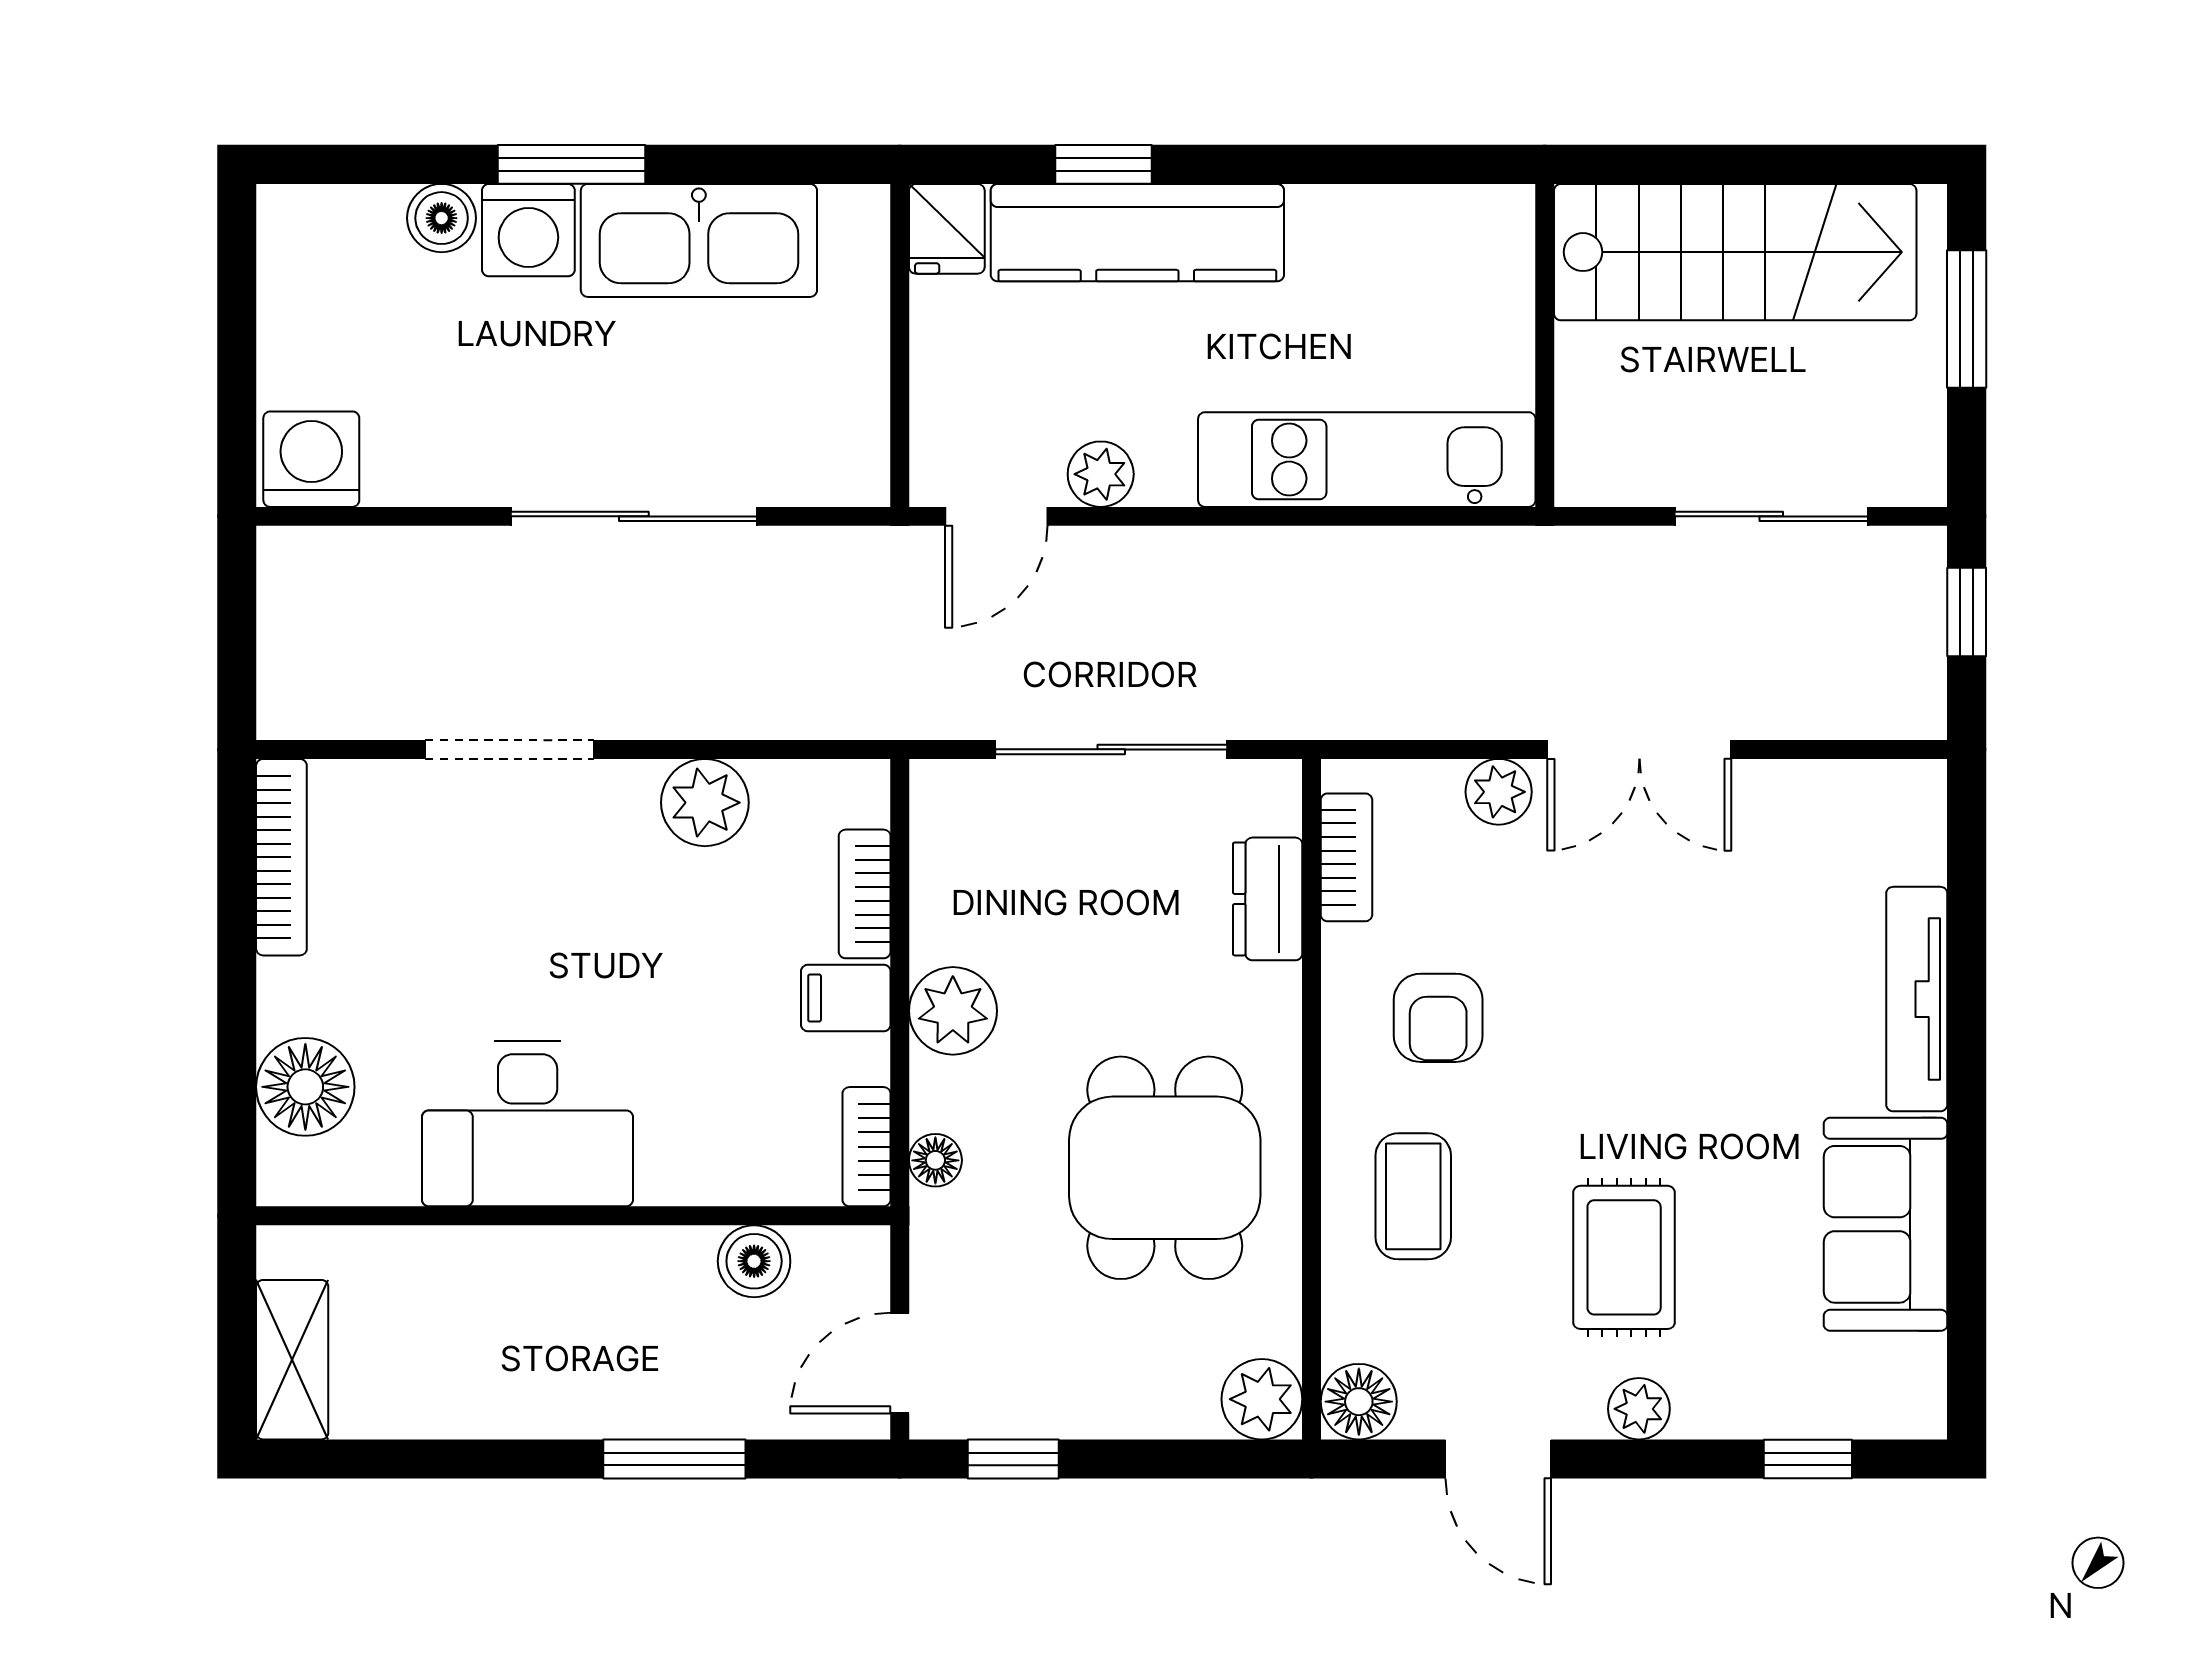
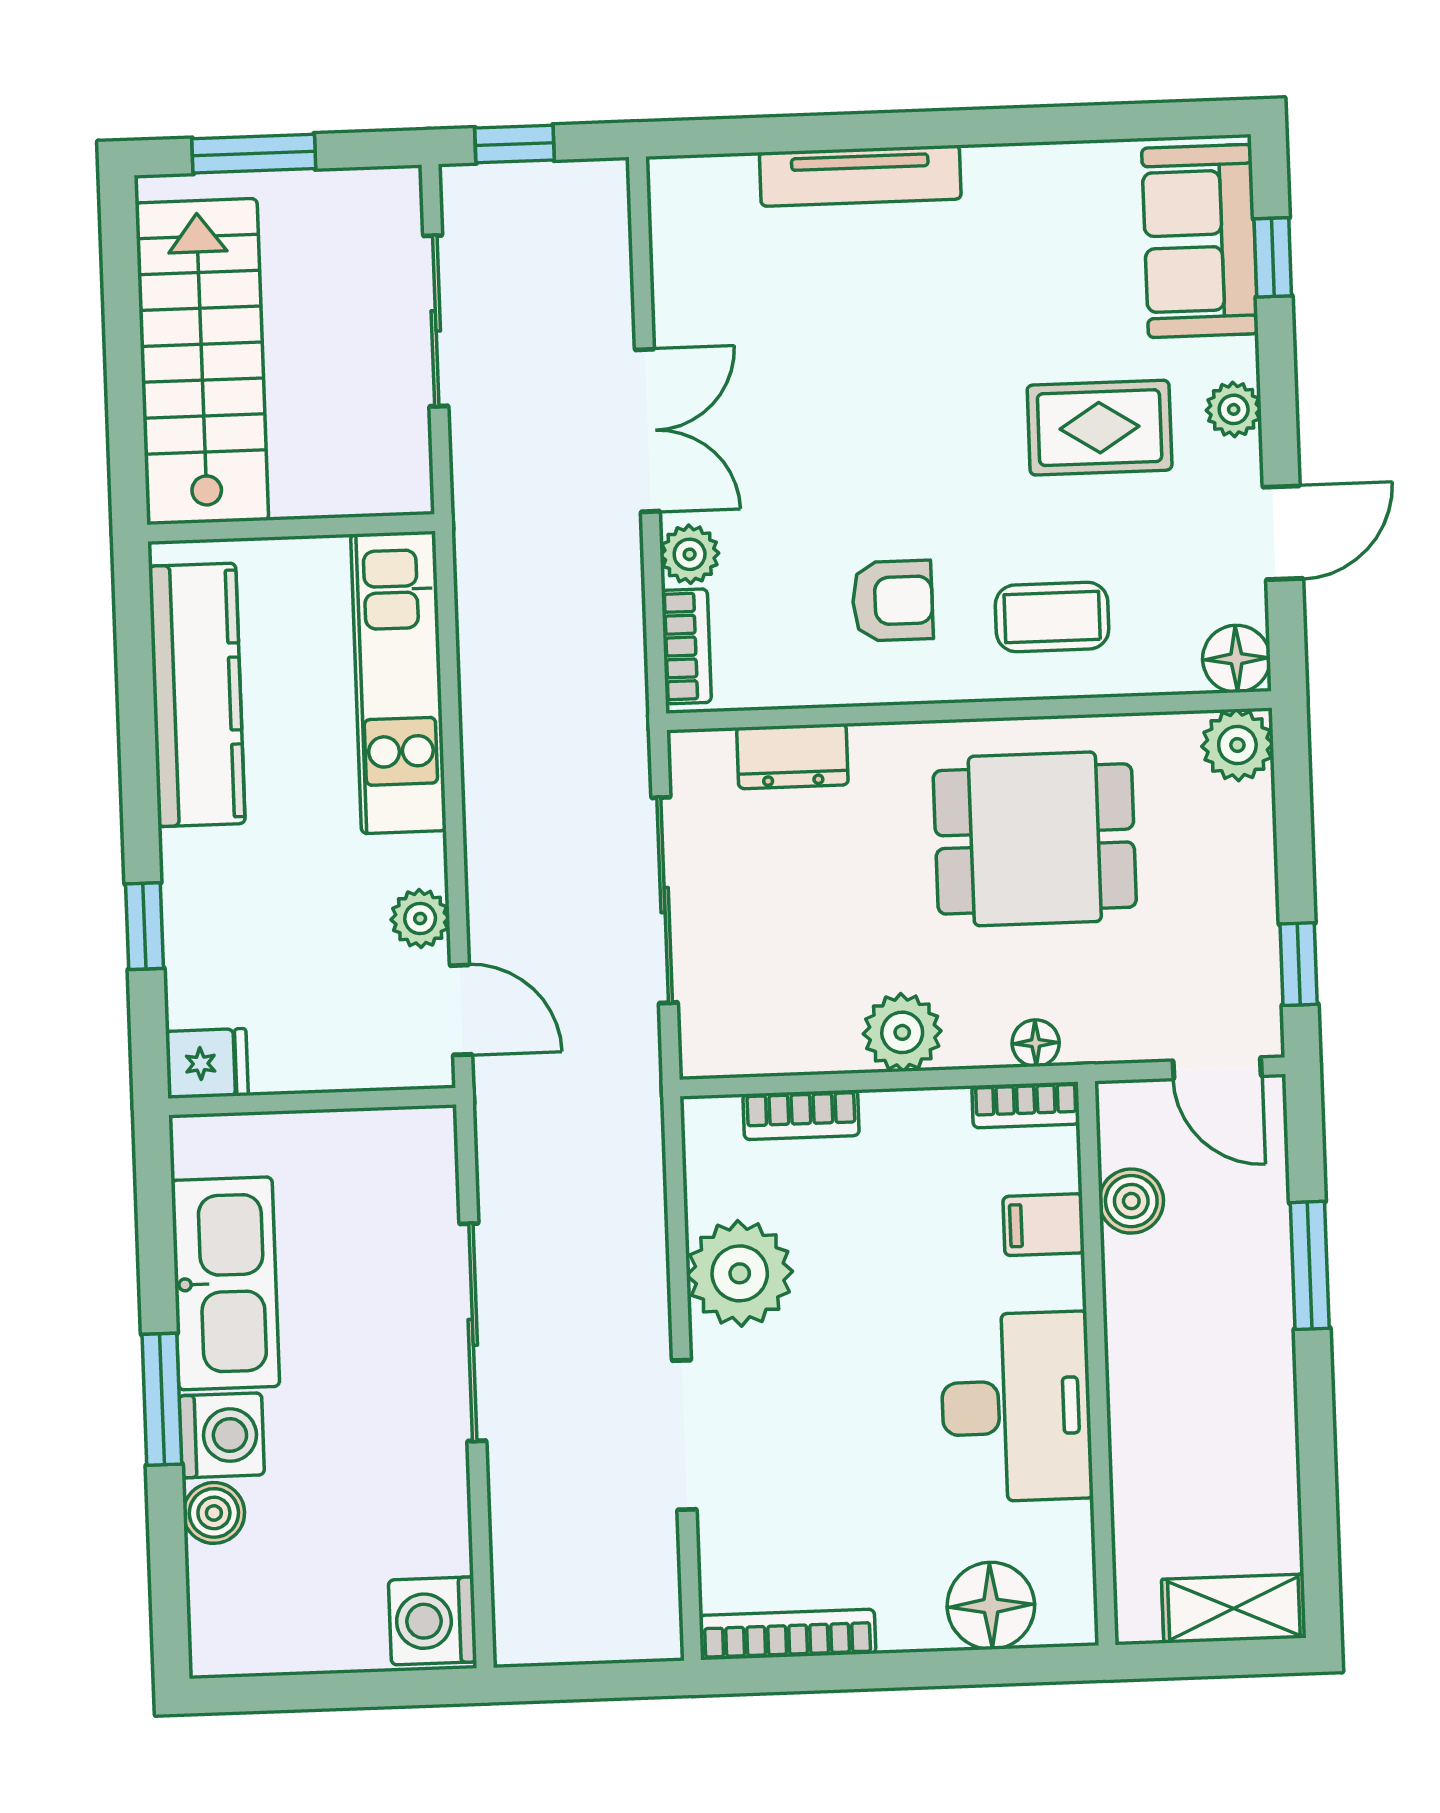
kitchen counter: (1137, 233) -> (197, 695), moved
plant: (705, 803) -> (740, 1273), width x1.36, depth x1.36
bookcase: (1346, 857) -> (686, 646), moved, turned 90
filing cabinet: (846, 998) -> (1044, 1225), moved, turned 90
sofa: (1886, 1224) -> (1200, 241), moved, turned 90

